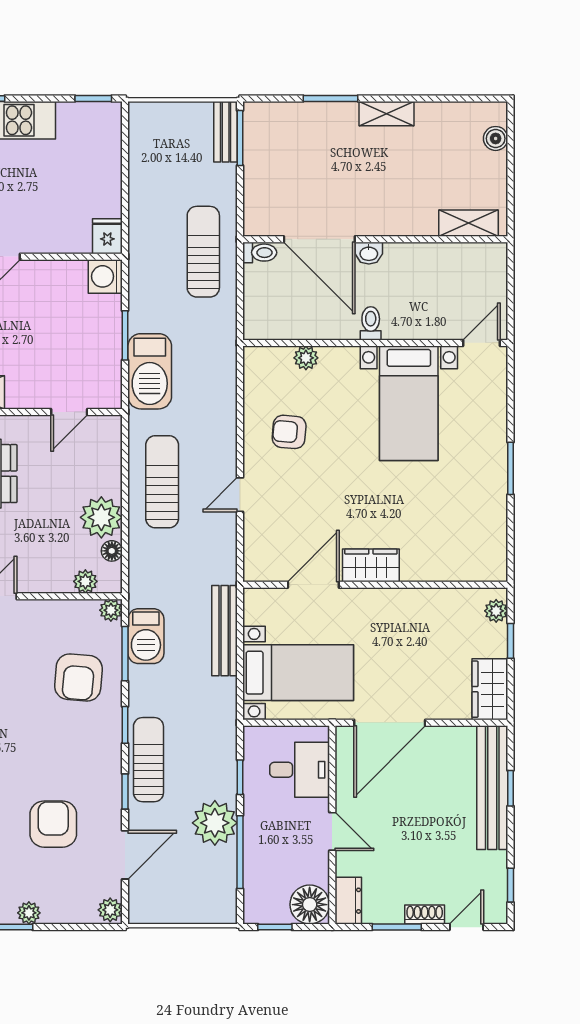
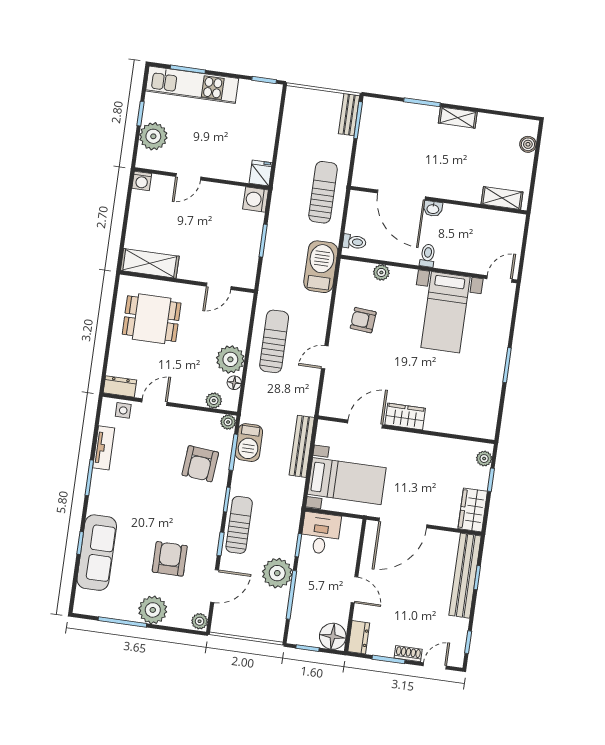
toilet: (260, 253) -> (354, 242), moved
barbecue: (150, 371) -> (321, 267), moved, turned 180
desk: (300, 770) -> (321, 533), moved, turned -90
plant: (29, 913) -> (153, 610), width x1.87, depth x1.87

